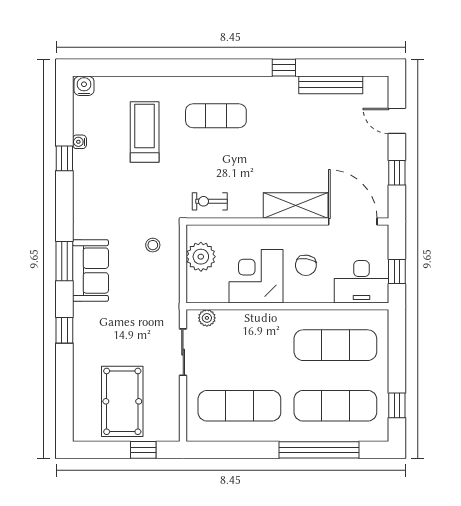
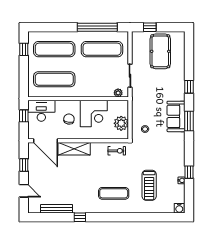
window: (319, 450) -> (97, 27), moved

